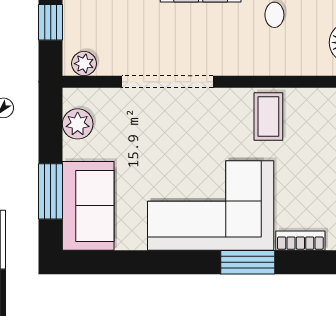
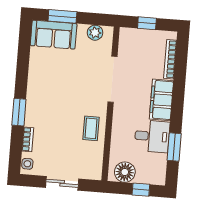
plant: (84, 64) -> (125, 38), removed
coffee table: (268, 117) -> (91, 128), turned 90
corner sofa: (211, 206) -> (49, 96), removed

